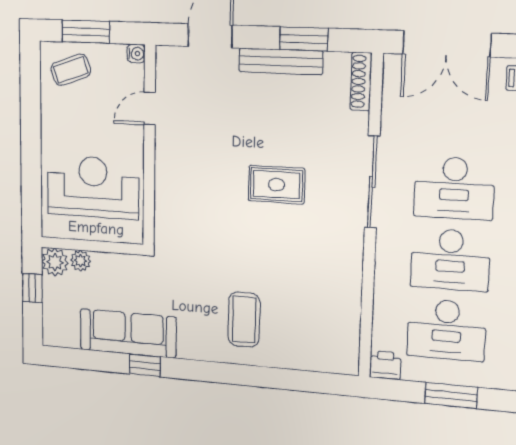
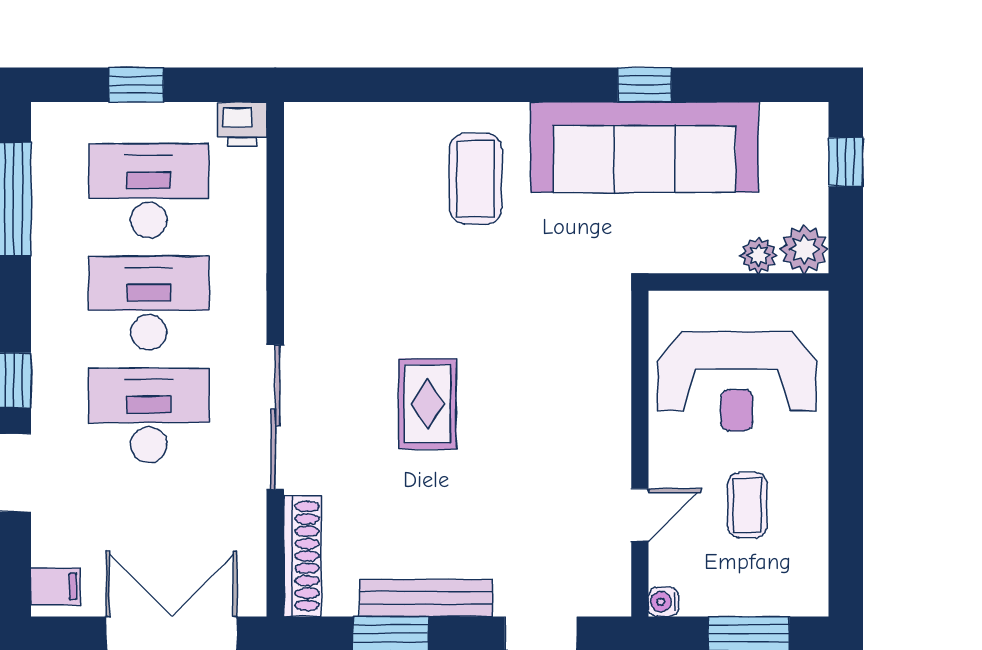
coffee table: (71, 70) -> (747, 505), moved, turned -70
shoe rack: (361, 81) -> (303, 556), width x1.36, depth x1.24
rug: (277, 185) -> (428, 404), turned 90
window: (32, 288) -> (846, 162), moved
sofa: (128, 333) -> (644, 147), width x1.36, depth x1.27
window: (451, 395) -> (136, 85), width x0.67

